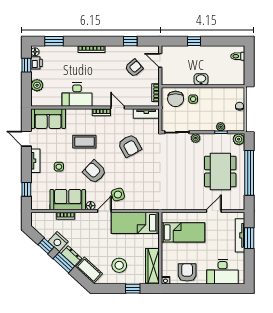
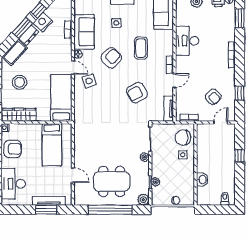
washbasin: (201, 79) -> (202, 179), moved

